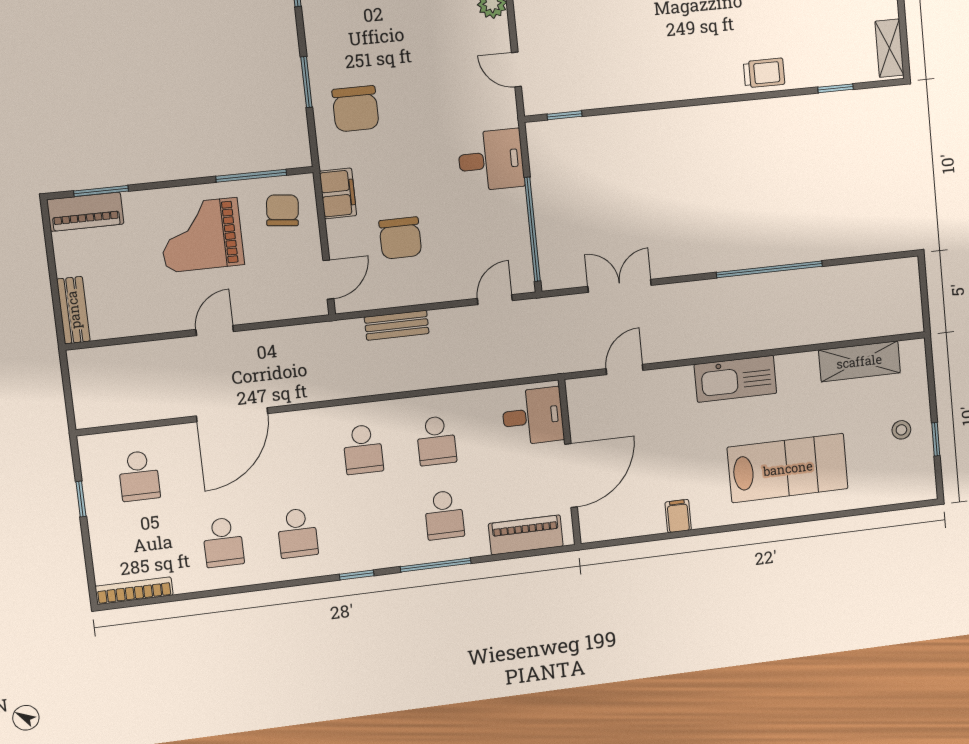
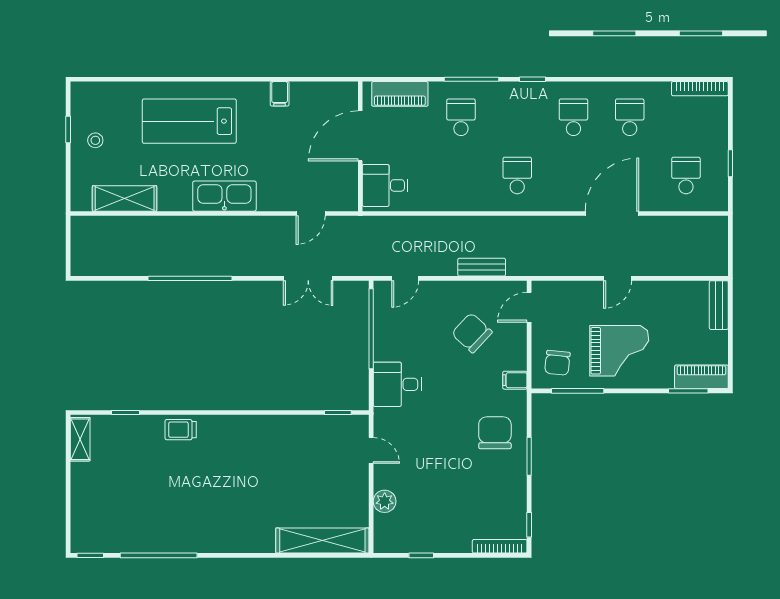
filing cabinet: (338, 193) -> (515, 380), width x0.50
chair: (400, 238) -> (472, 333), turned -47
school desk: (436, 441) -> (461, 175), removed

